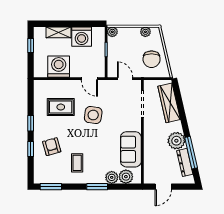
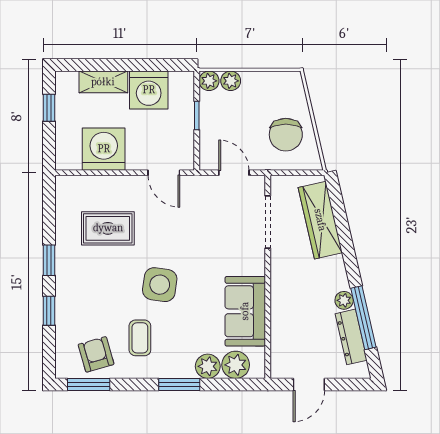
plant: (145, 32) -> (231, 81), moved
side table: (93, 115) -> (160, 285), moved
plant: (176, 141) -> (344, 300), width x0.53, depth x0.53
armchair: (52, 147) -> (96, 354), moved

